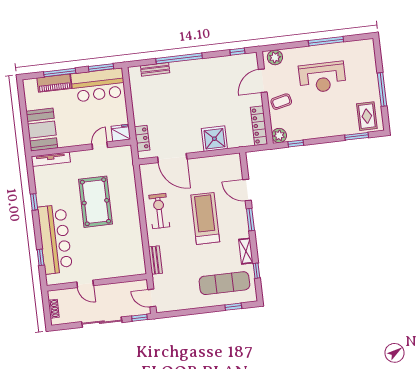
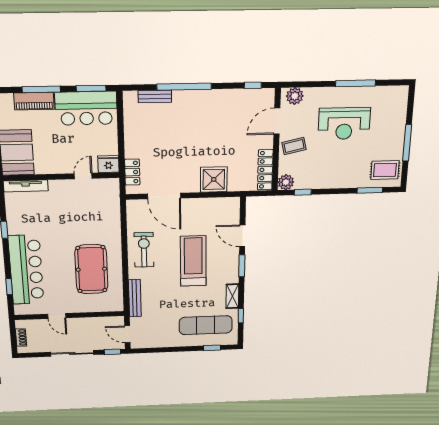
rug: (367, 116) -> (385, 170), turned 90
pool table: (95, 202) -> (91, 269), moved
bench: (155, 260) -> (135, 298), width x1.36

